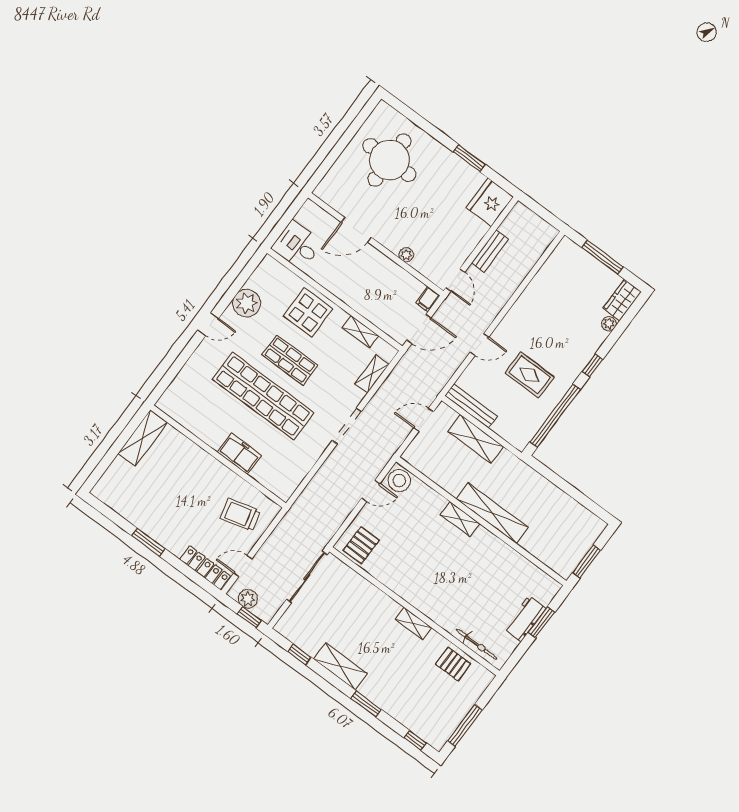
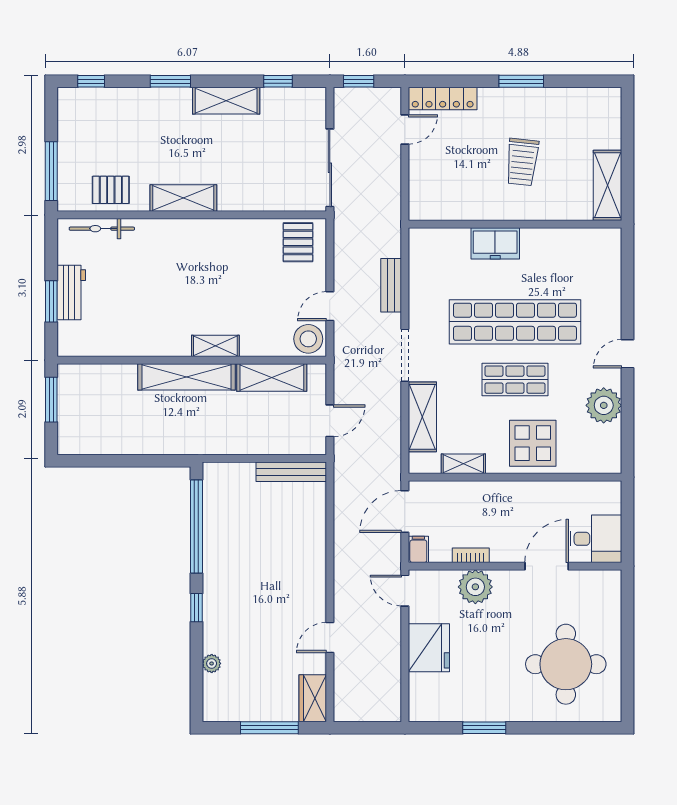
fridge: (490, 202) -> (429, 648), moved
desk: (297, 245) -> (596, 539), moved
bench: (490, 251) -> (391, 285), moved
plant: (406, 255) -> (475, 587), width x1.88, depth x1.88
bookcase: (398, 271) -> (471, 555), added
wardrobe: (622, 300) -> (313, 698), moved, turned 180
door: (479, 345) -> (330, 638), moved
shelving: (372, 374) -> (422, 417), width x1.50, depth x1.33
rug: (530, 375) -> (254, 549), removed
shelving: (476, 439) -> (272, 377), moved
trolley: (240, 515) -> (522, 162), moved, turned 110
plant: (248, 599) -> (374, 99), removed
shelving: (413, 624) -> (183, 198), width x1.50, depth x1.33
window: (465, 725) -> (51, 171), moved

